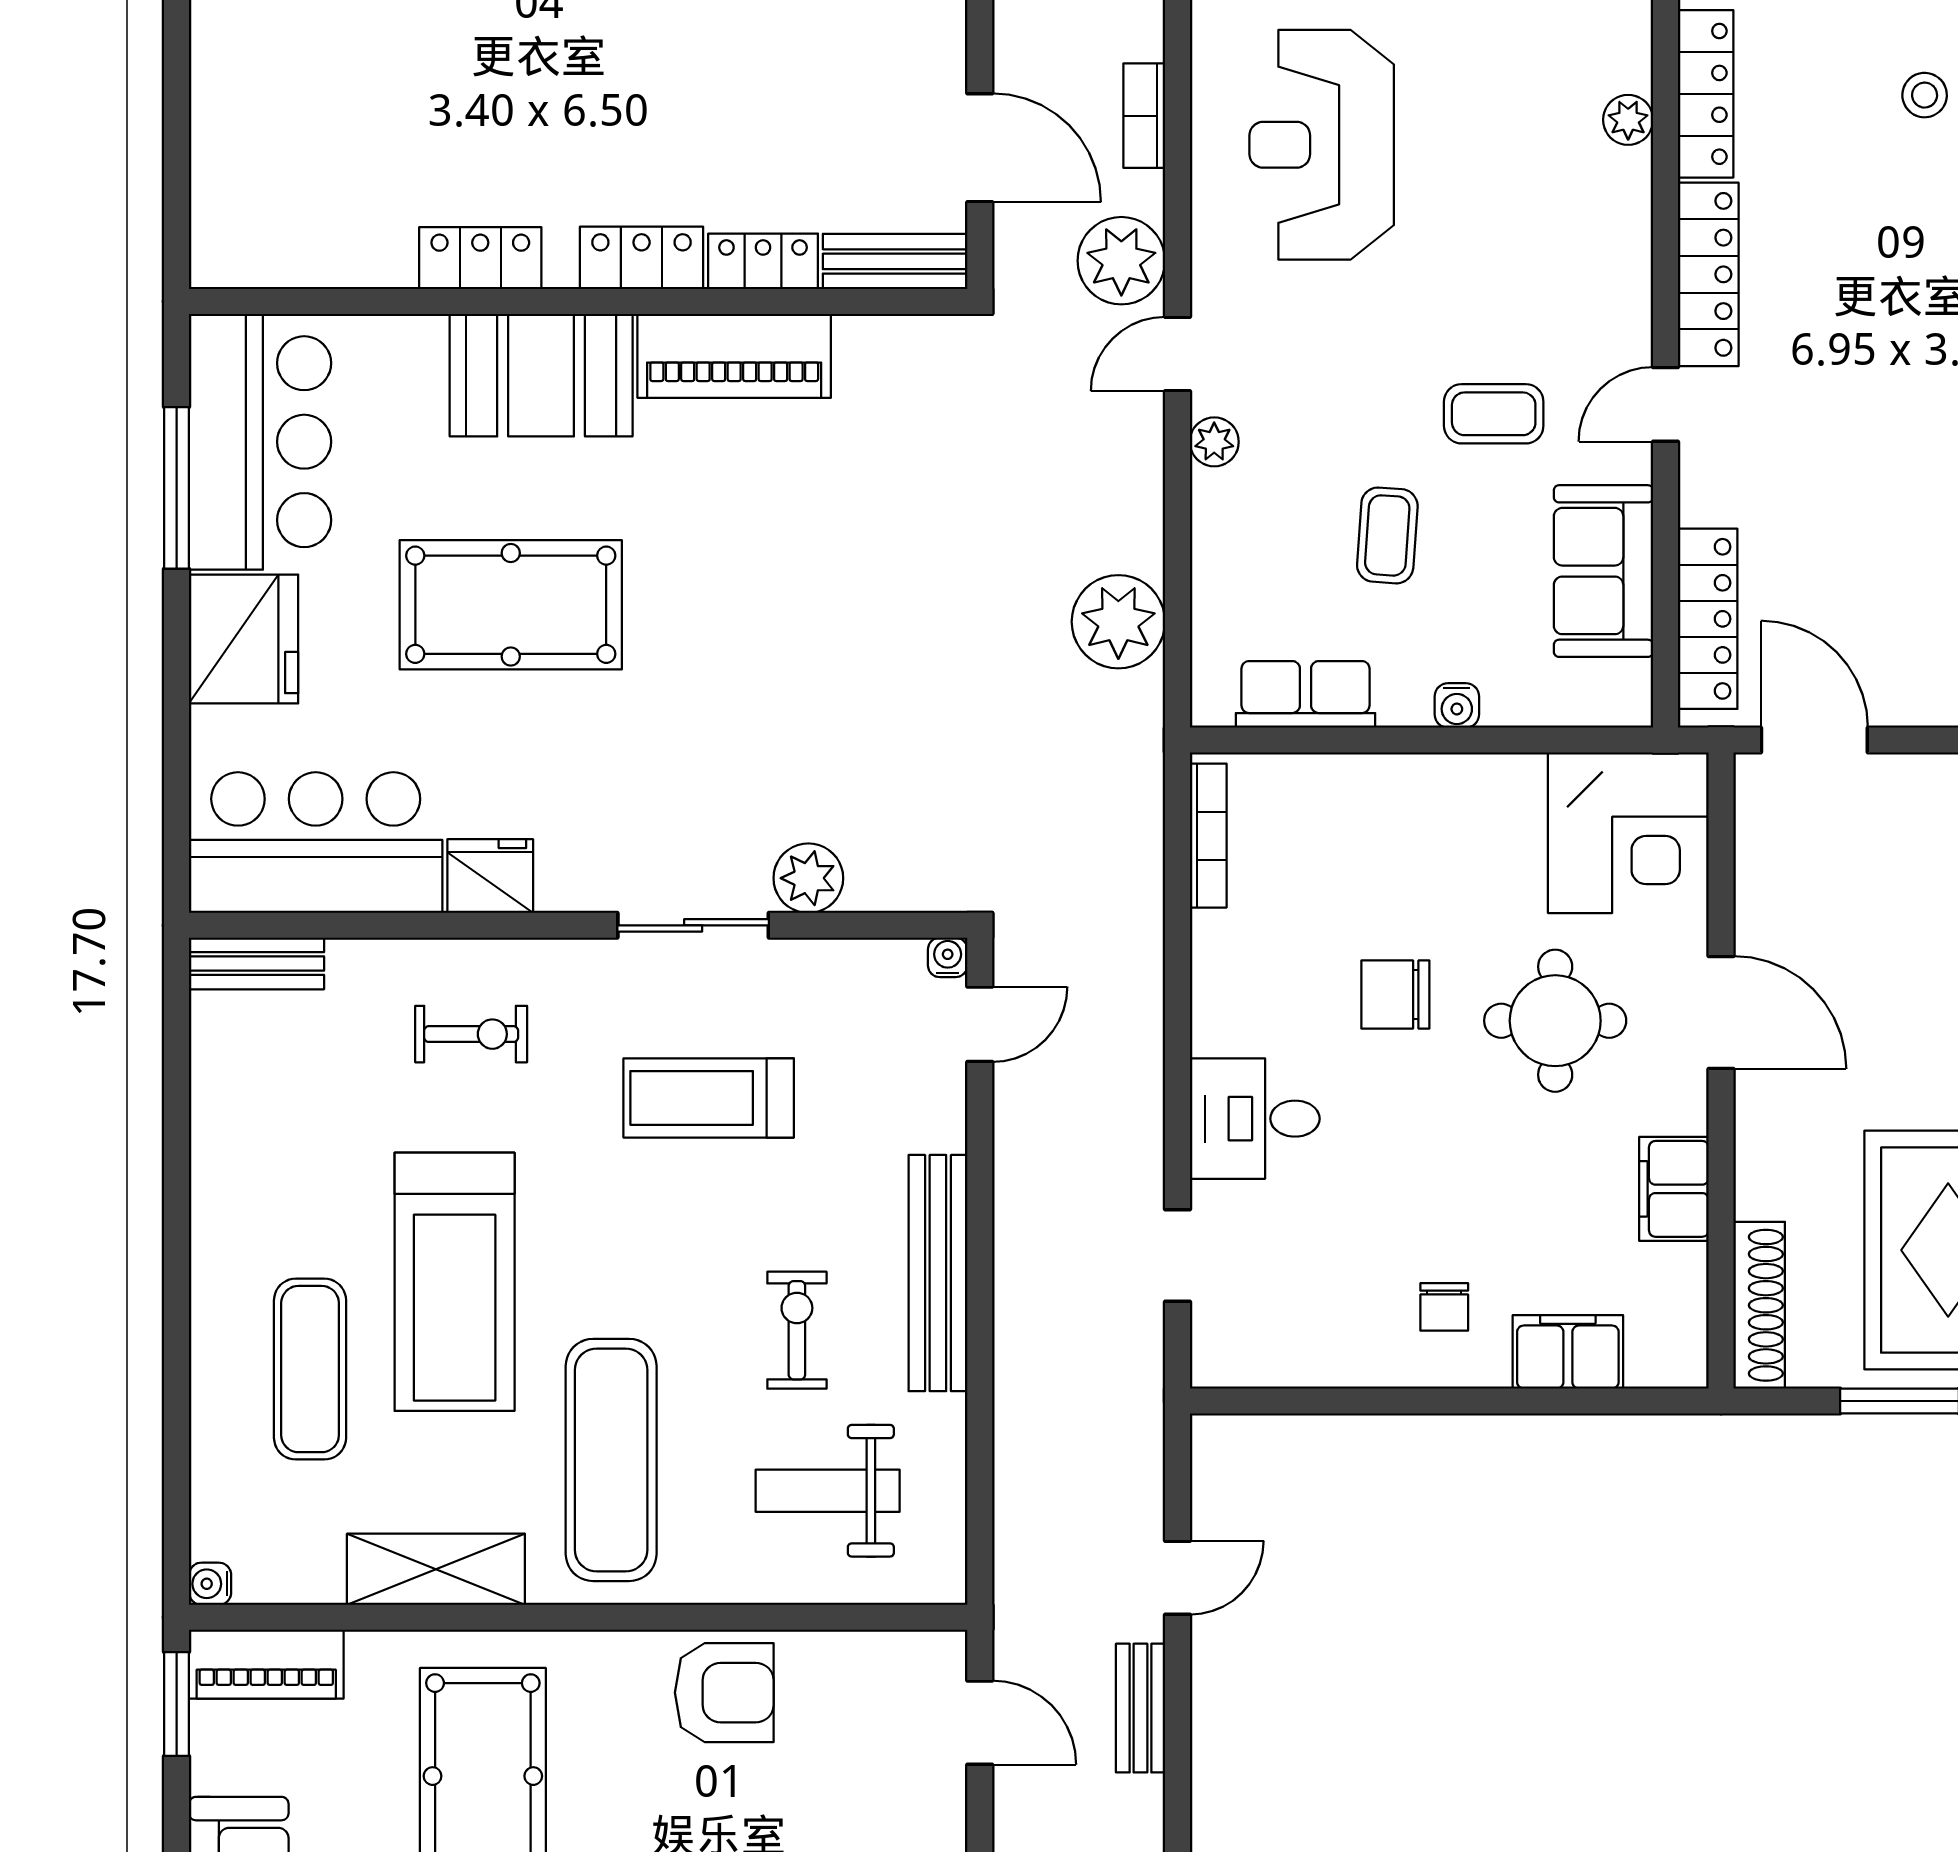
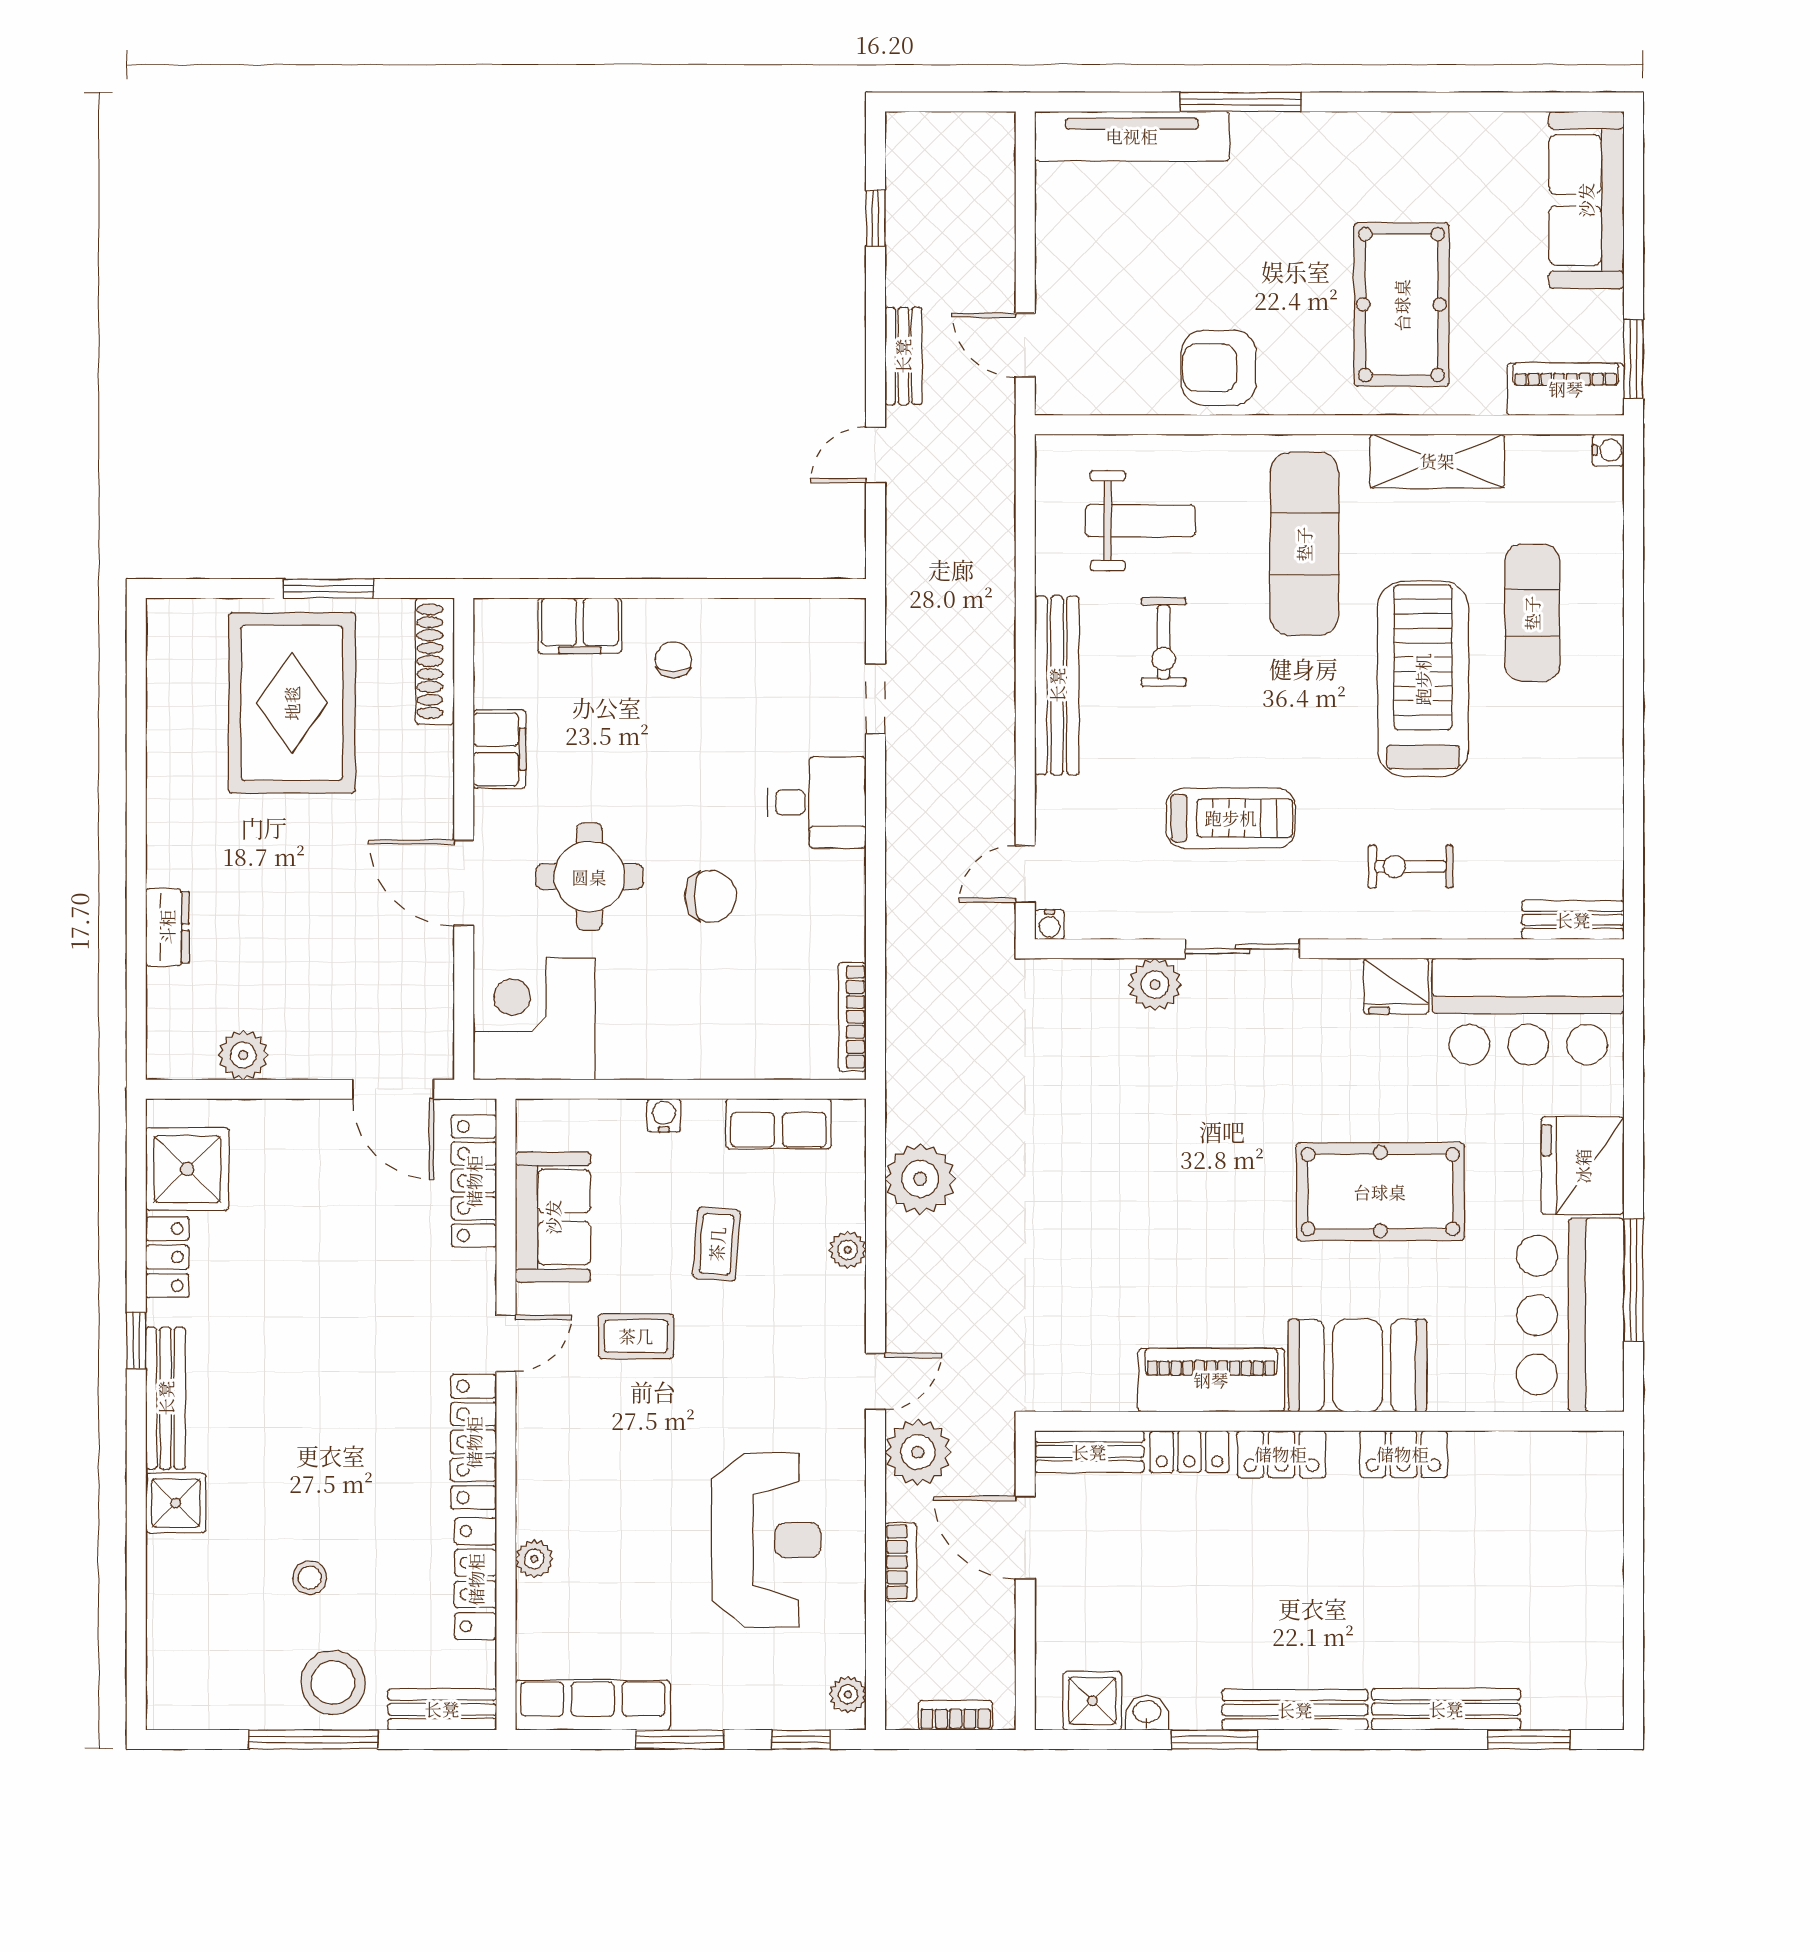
plant: (1214, 442) -> (848, 1250), moved

